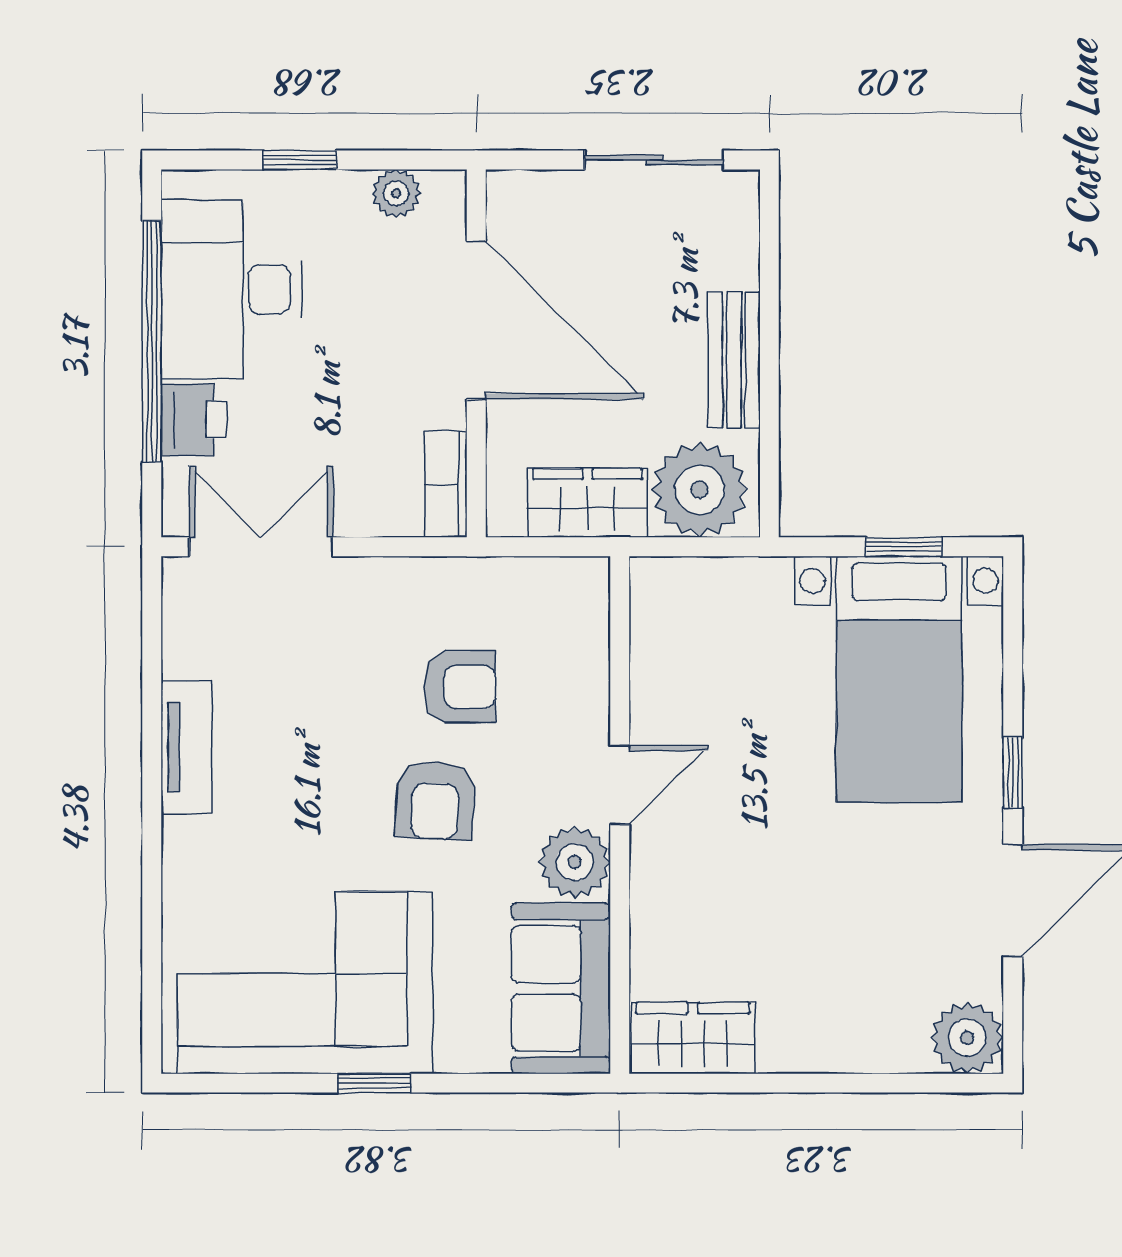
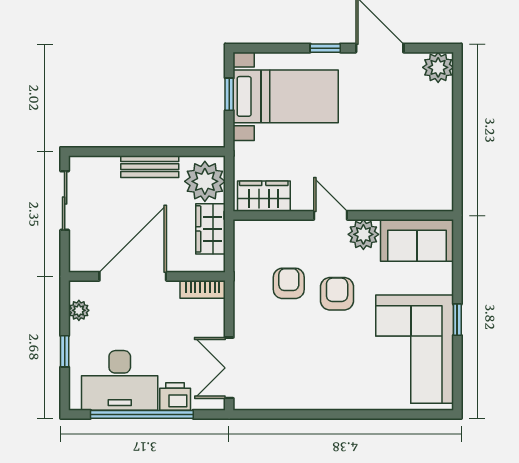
tv unit: (186, 747) -> (315, 400), removed
armchair: (435, 800) -> (337, 294), turned -93
wardrobe: (693, 1038) -> (264, 196), moved, turned 90

